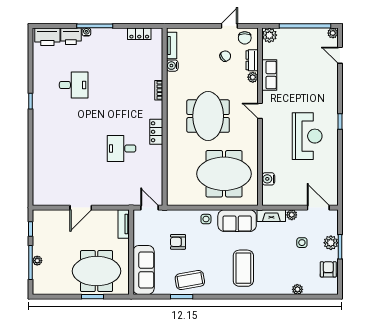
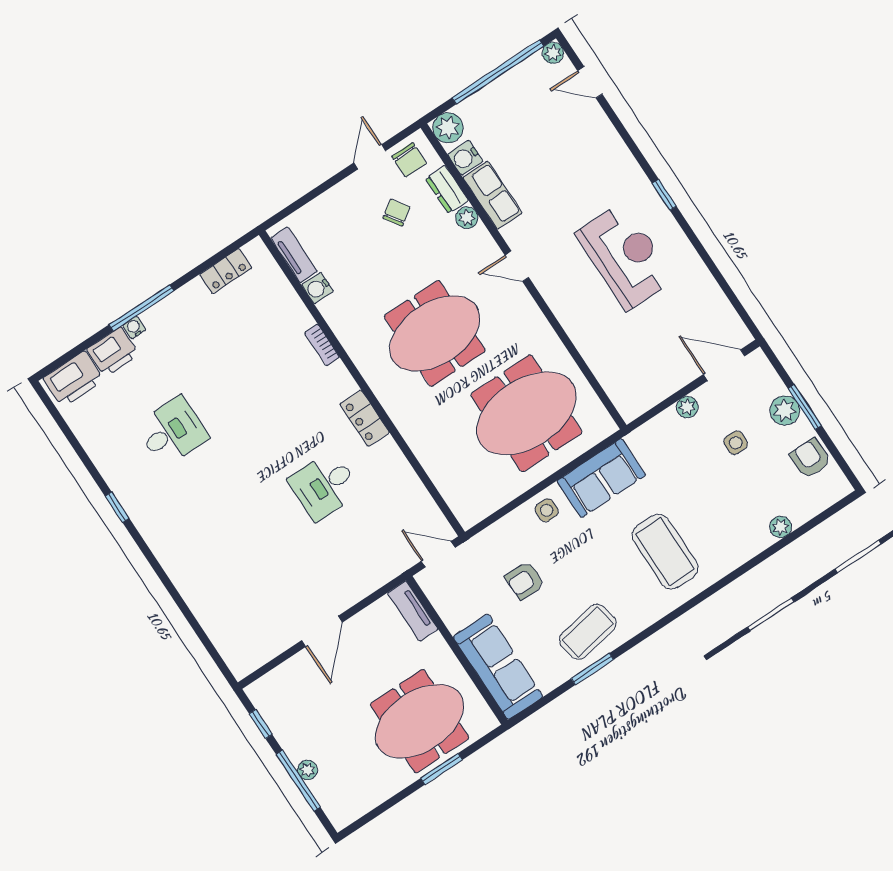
meeting table: (208, 116) -> (435, 333), turned 90
water cooler: (268, 179) -> (465, 158), moved
fireplace: (271, 216) -> (654, 431), removed

